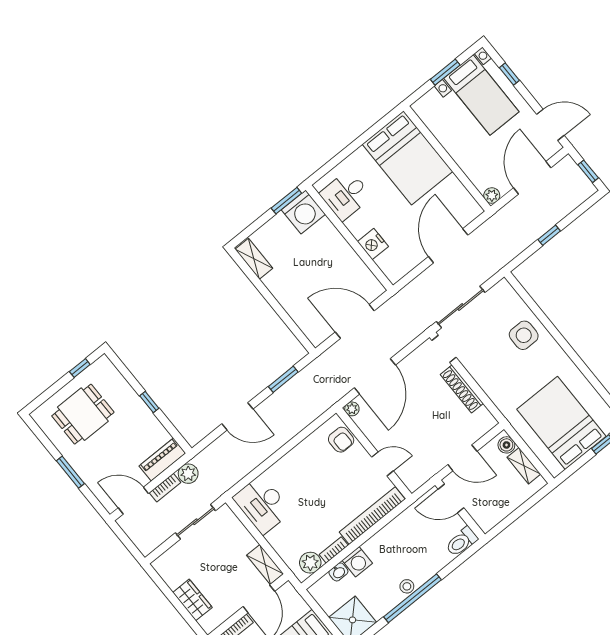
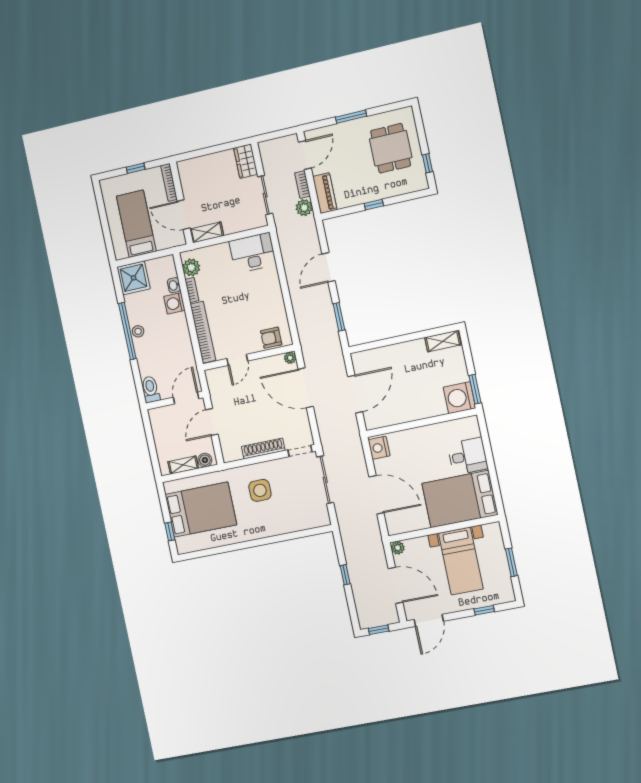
bed with nightstands: (481, 95) -> (461, 561), moved, turned -90
desk: (346, 195) -> (468, 456), moved, turned 90
nightstand: (373, 244) -> (379, 448), moved, turned -90
side table: (524, 335) -> (260, 490), moved
wardrobe: (192, 600) -> (246, 161), moved, turned 90

